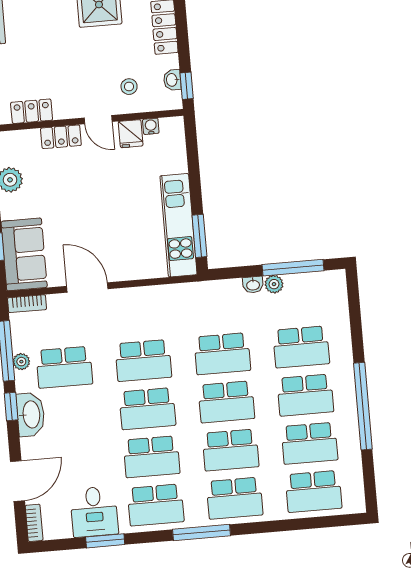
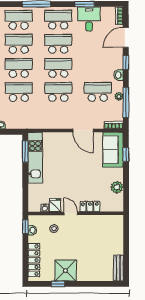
locker: (32, 111) -> (103, 220), removed
window: (11, 407) -> (126, 62), moved
washbasin: (31, 415) -> (118, 75), width x0.52, depth x0.69

